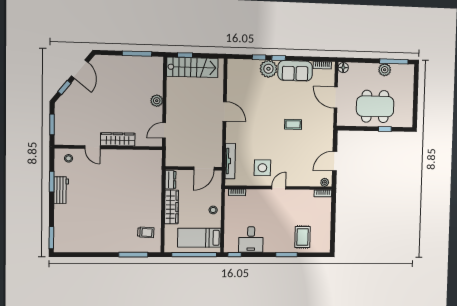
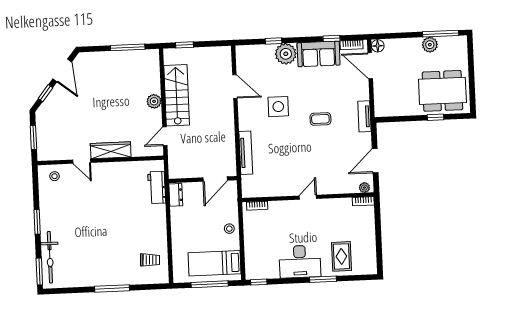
window: (279, 58) -> (331, 38), moved
stairs: (192, 67) -> (177, 95), moved, turned -90
door: (336, 97) -> (370, 66), moved
dining table: (375, 106) -> (442, 91), moved
door: (225, 111) -> (235, 87), moved
tv unit: (329, 125) -> (364, 116), added
tv unit: (230, 161) -> (246, 153), moved
side table: (262, 168) -> (278, 107), moved
window: (52, 182) -> (37, 222), moved
workbench: (61, 190) -> (157, 187), moved, turned 180
wardrobe: (171, 207) -> (179, 228), removed
bicycle: (61, 226) -> (50, 257), added
desk: (251, 240) -> (300, 262), moved, width x1.37
window: (133, 255) -> (112, 289), moved
window: (194, 255) -> (210, 284), width x0.68

